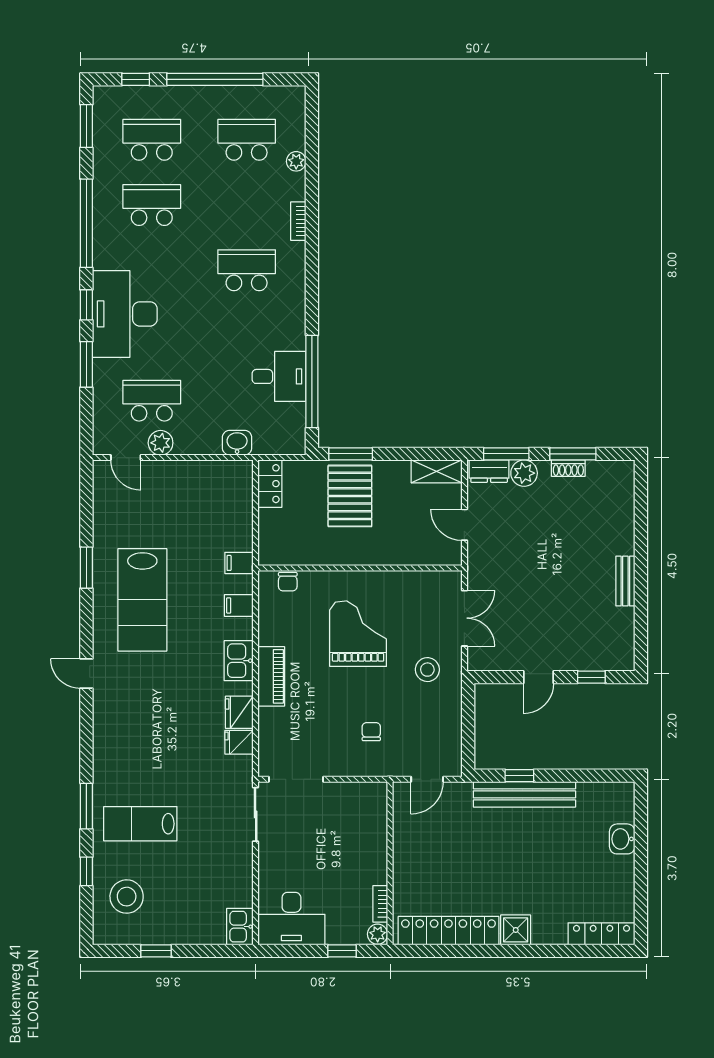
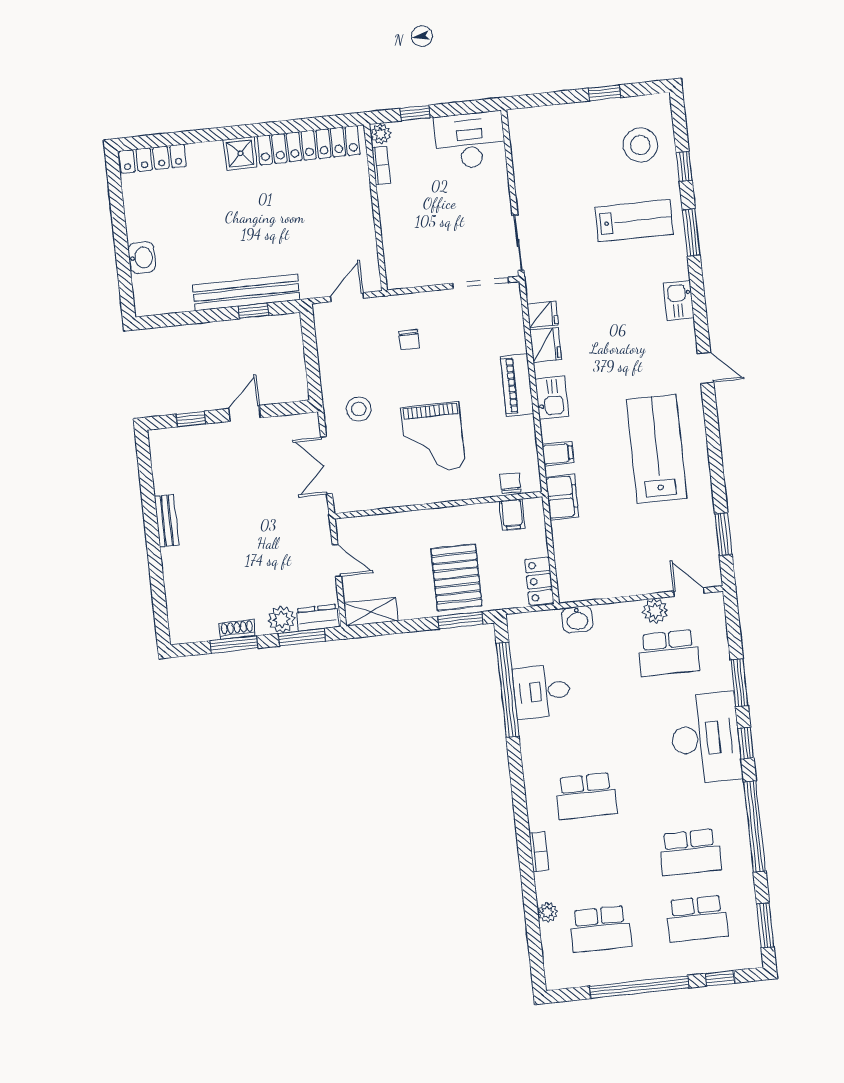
filing cabinet: (290, 551) -> (512, 515), added
filing cabinet: (239, 563) -> (562, 497), width x2.00
window: (86, 568) -> (723, 534), moved
kitchen sink: (240, 927) -> (679, 300), moved, turned 180

